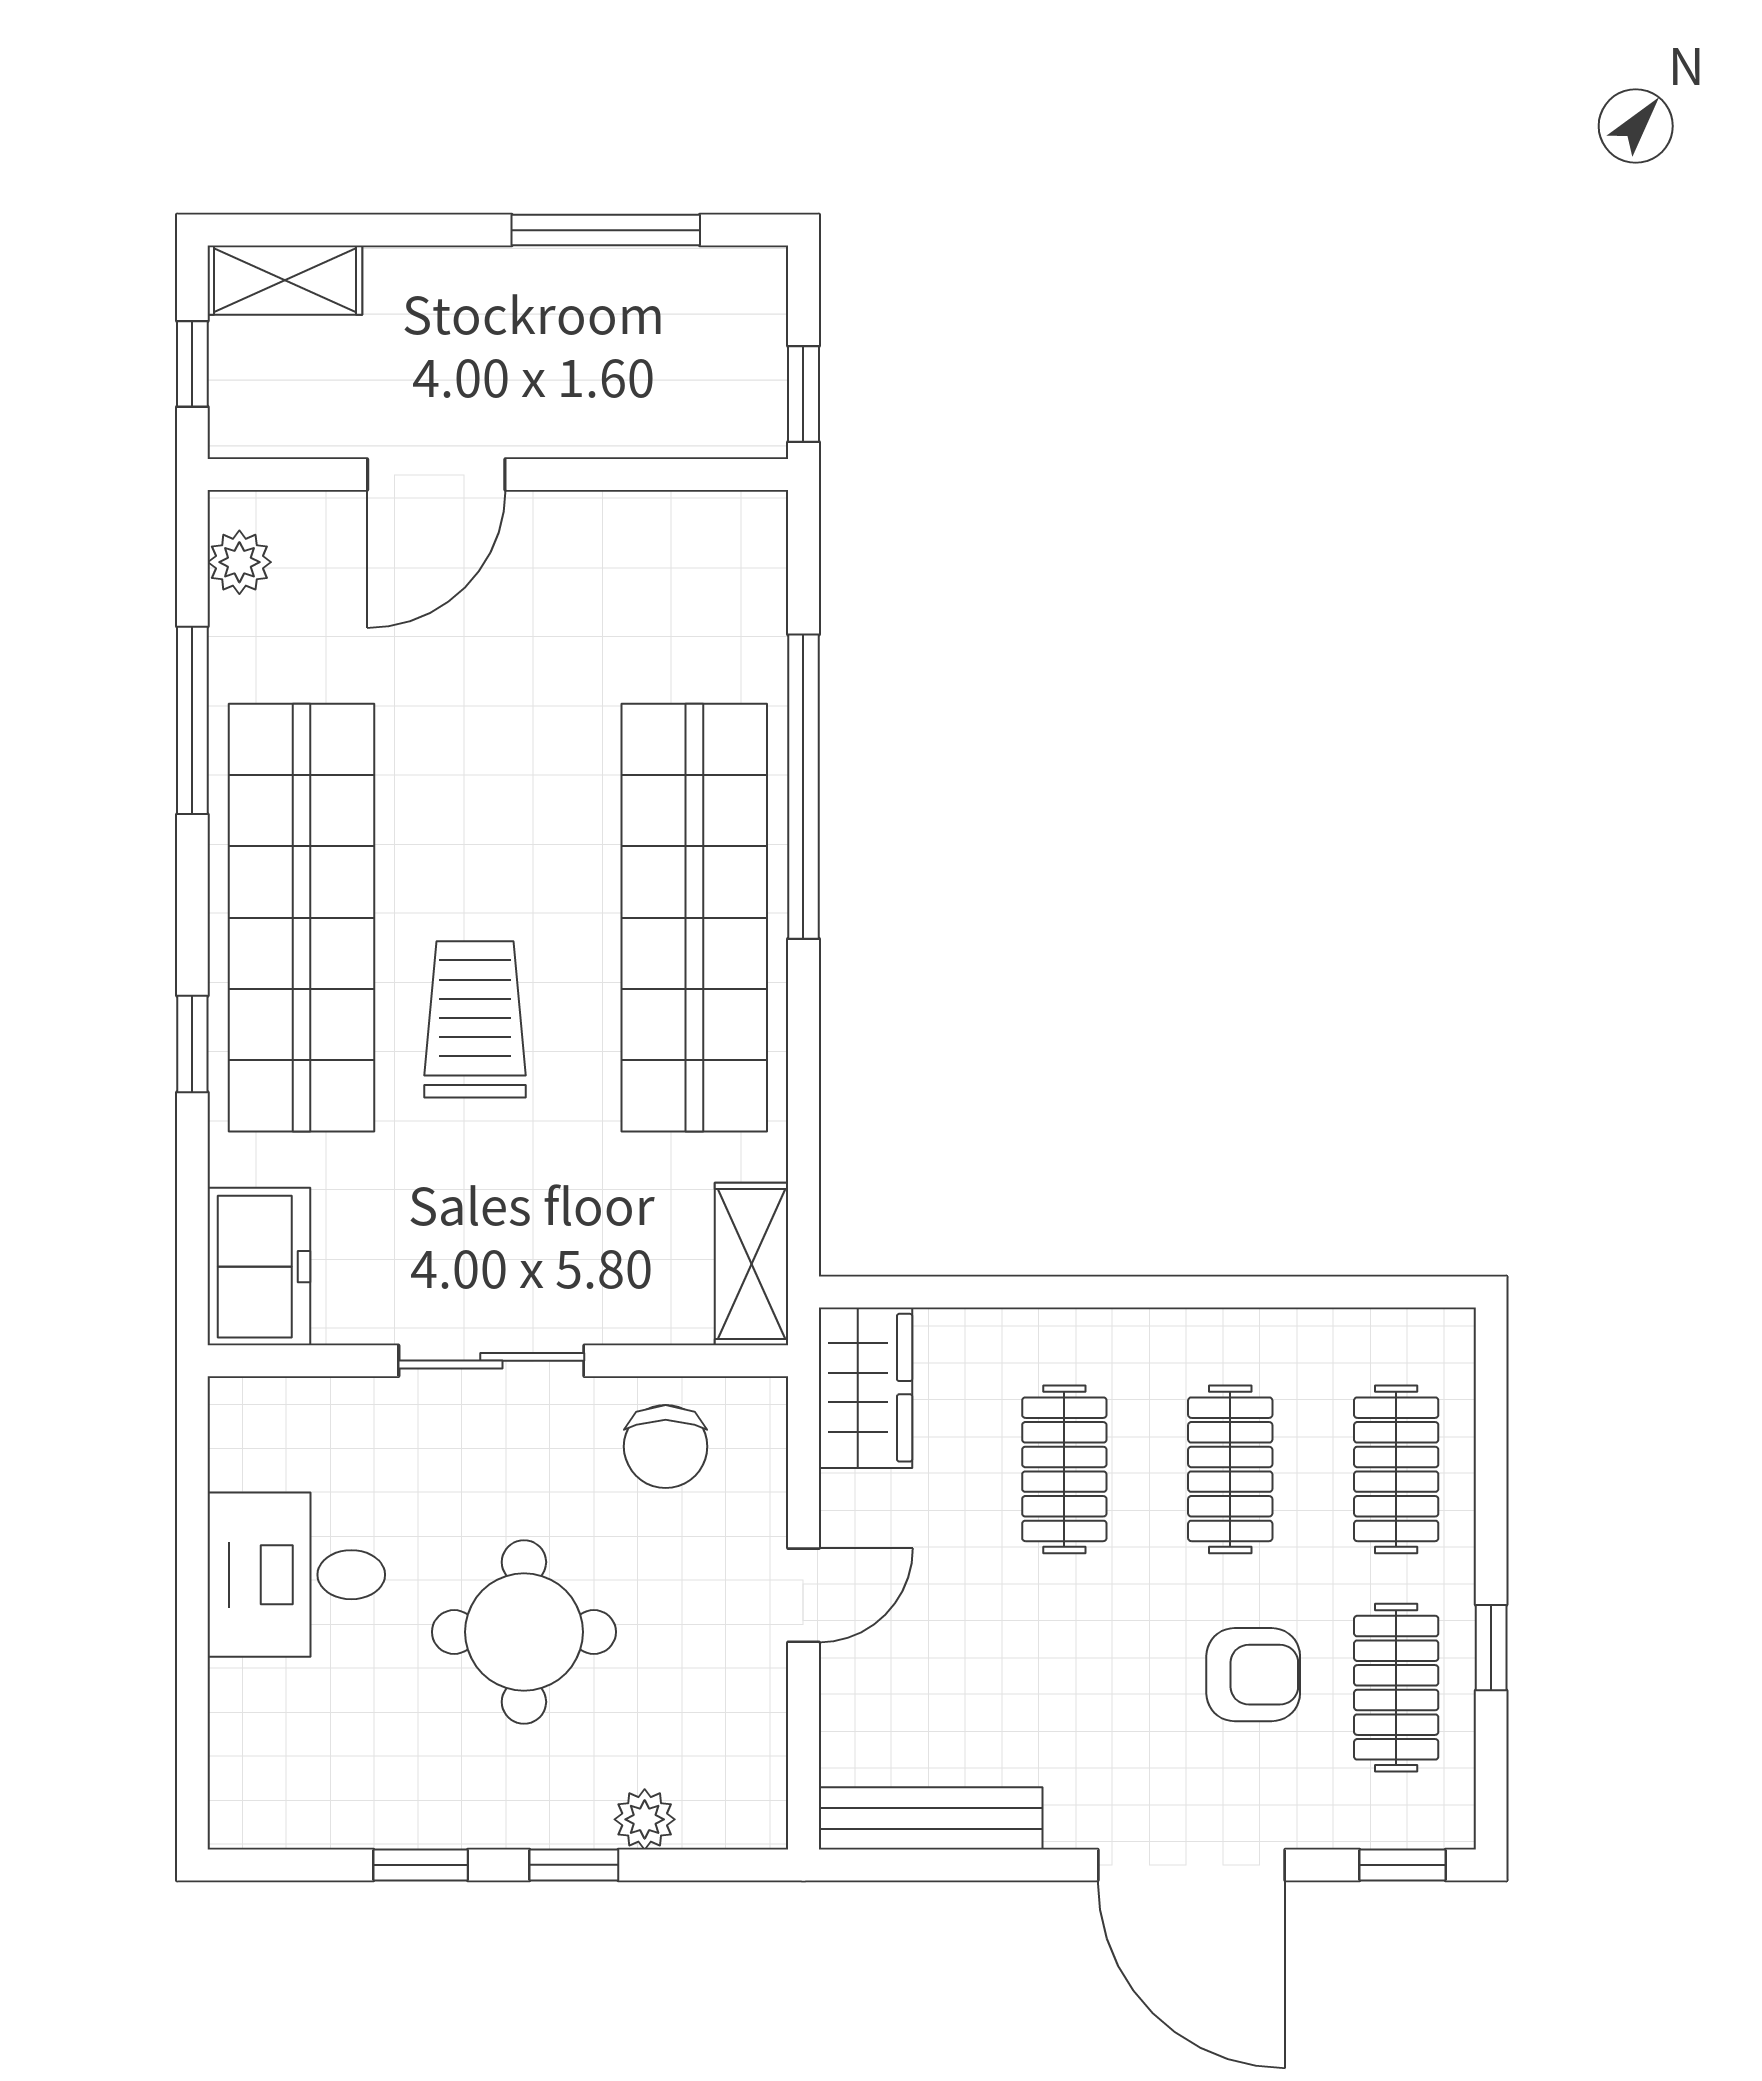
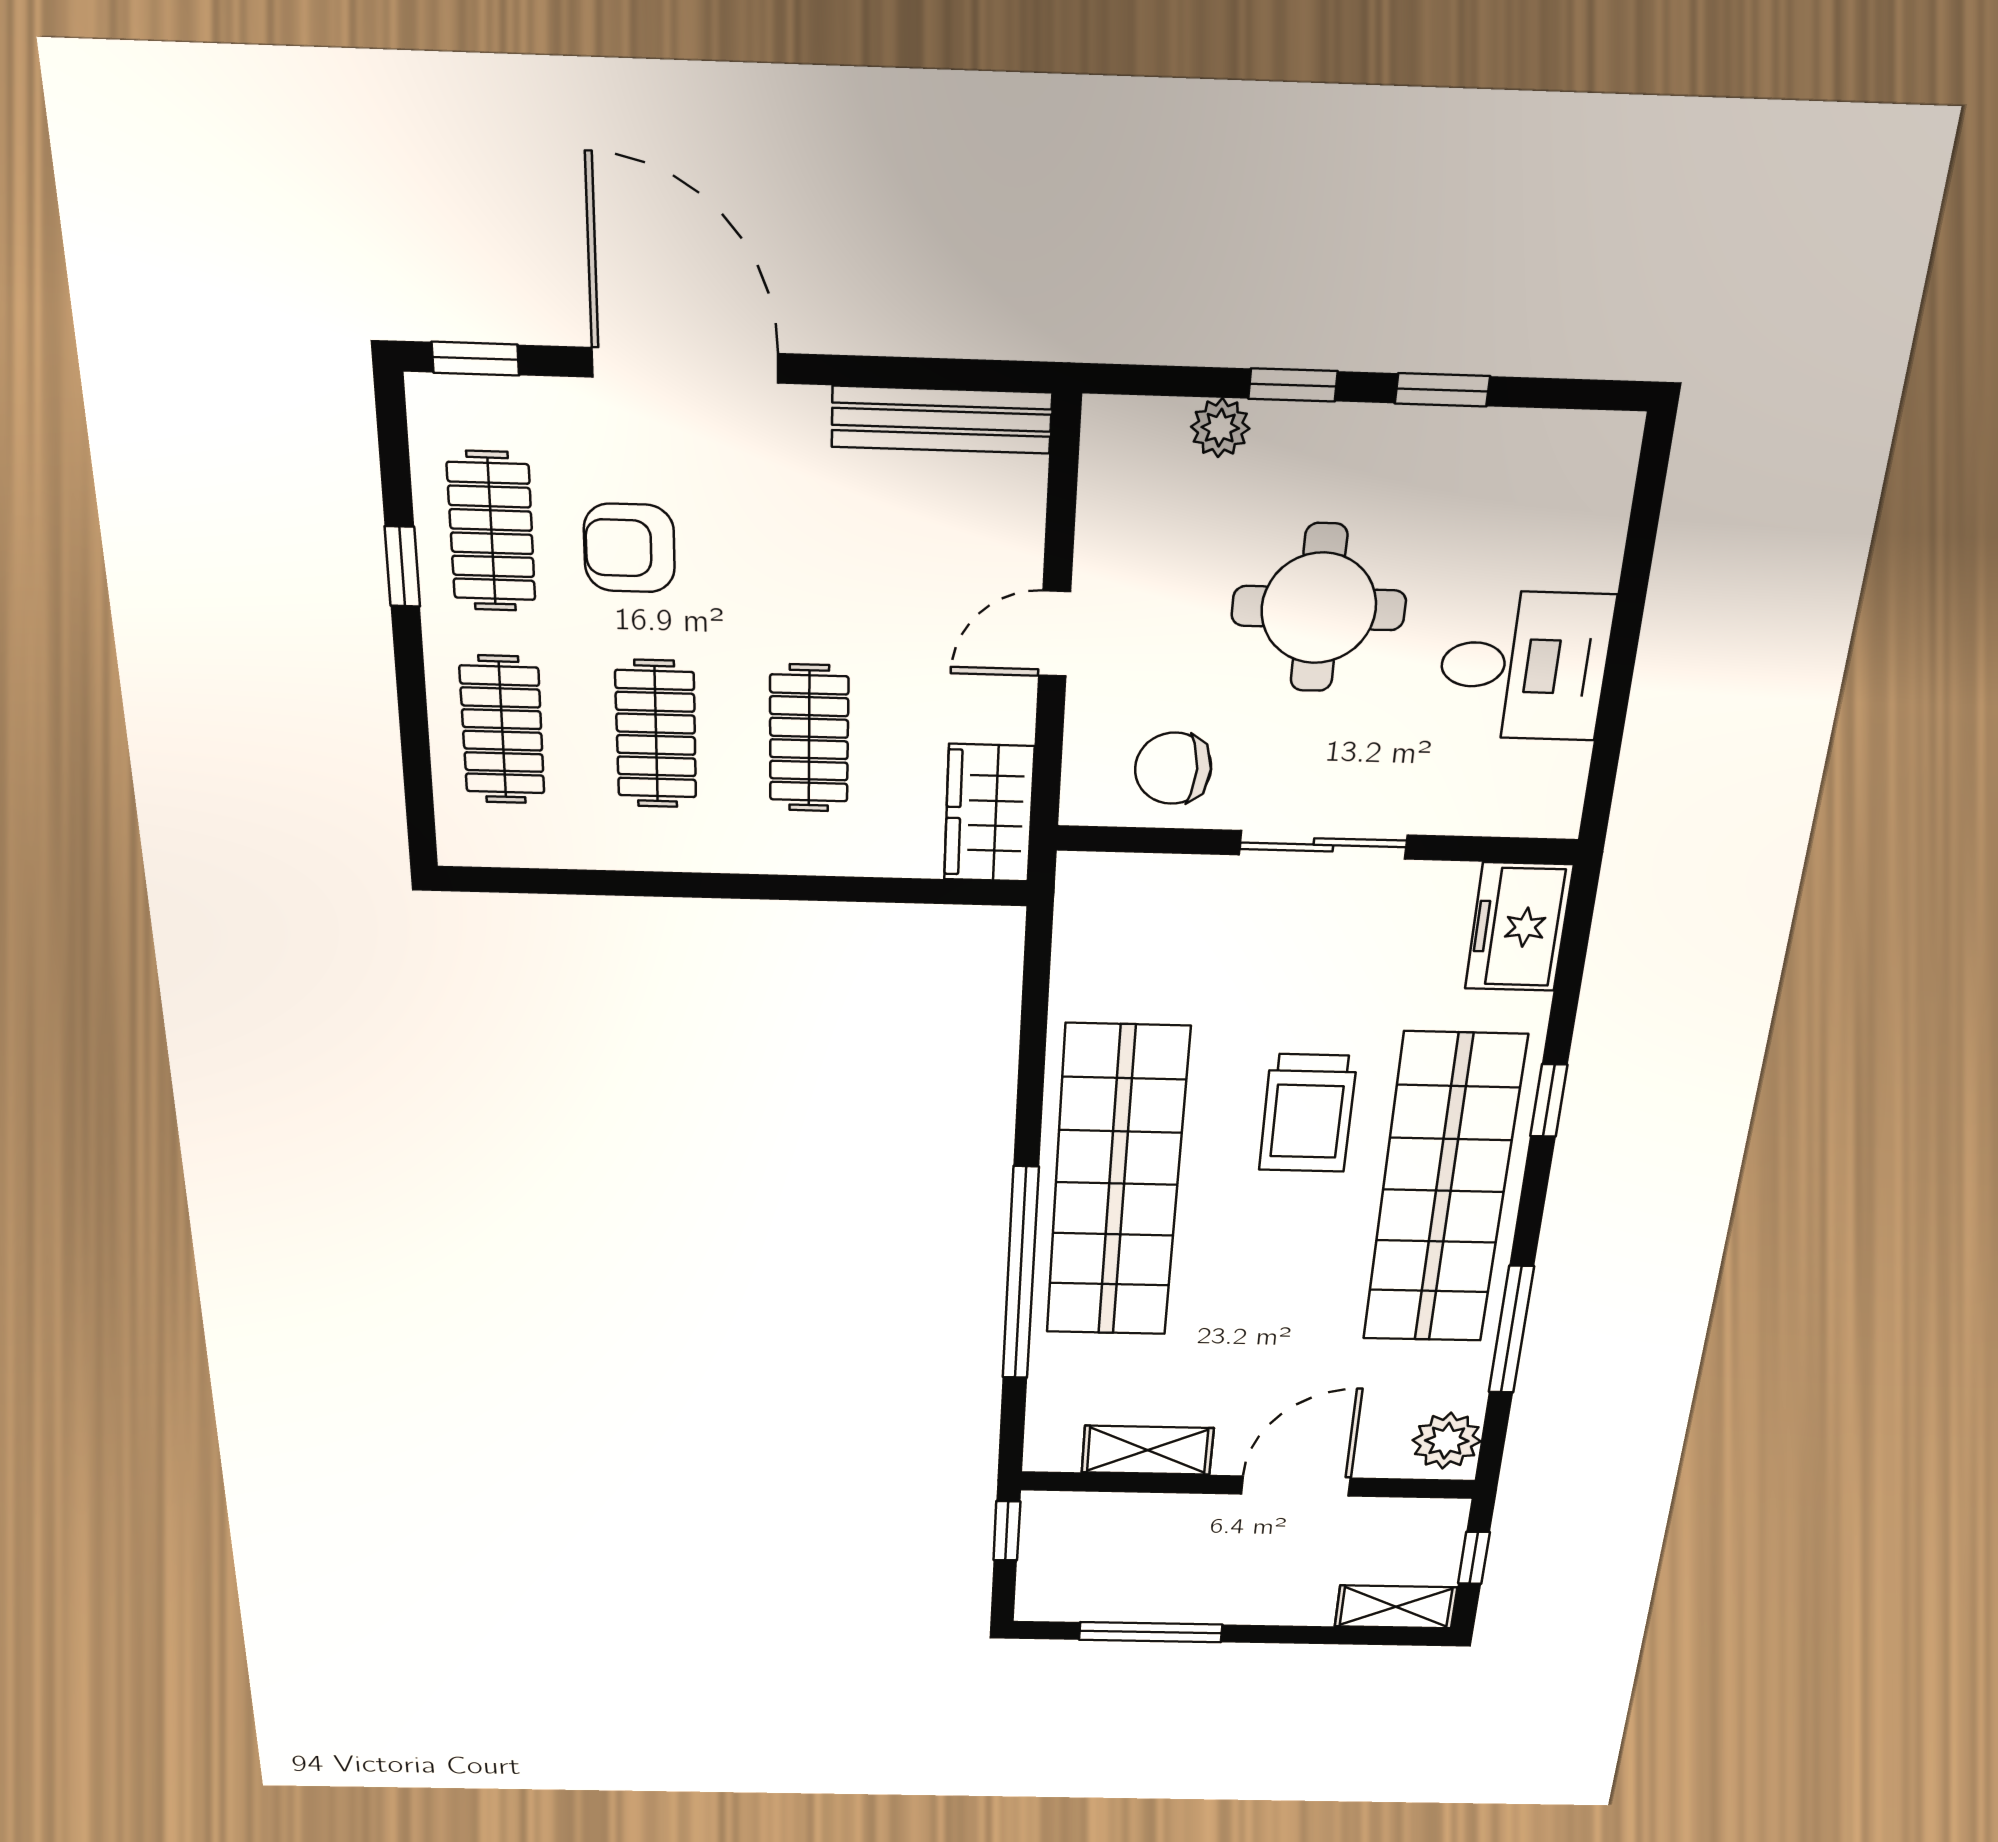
plant: (239, 562) -> (1447, 1441), width x1.38, depth x1.38
shelving: (752, 1264) -> (1147, 1450), moved, turned 90
chair: (666, 1446) -> (1173, 768), turned -90

